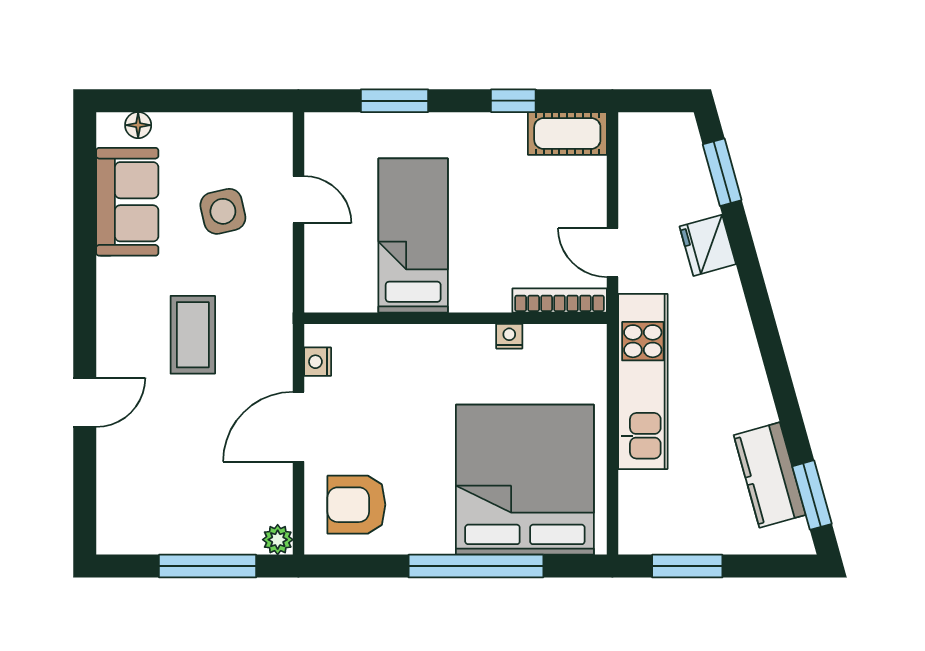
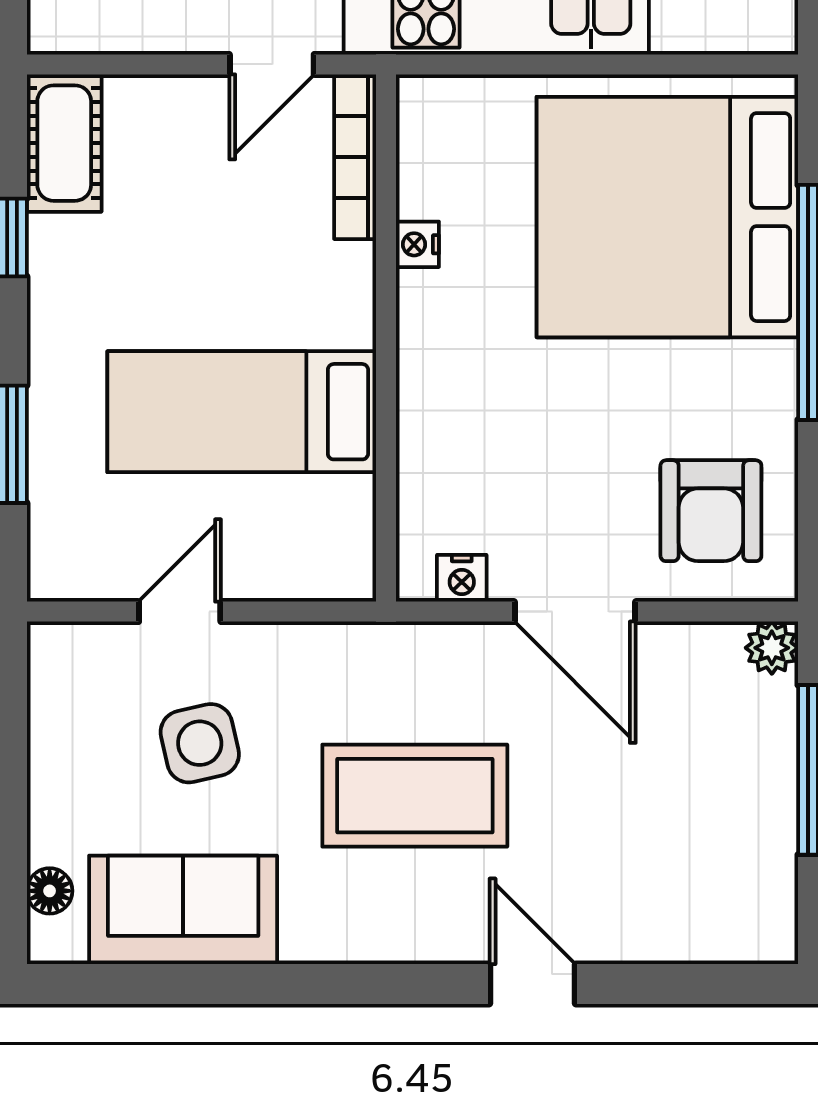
coffee table: (193, 335) -> (415, 796), width x1.36, depth x1.32

